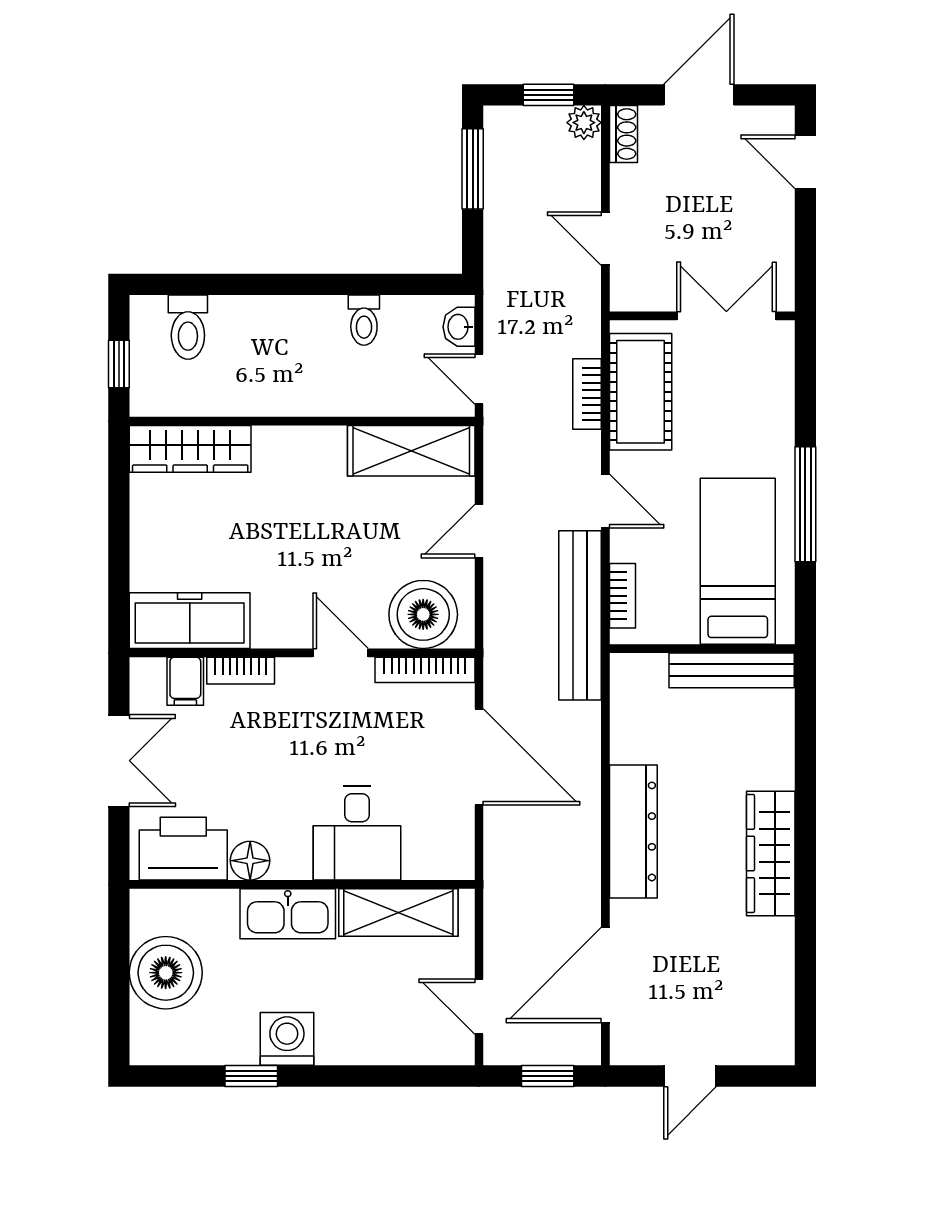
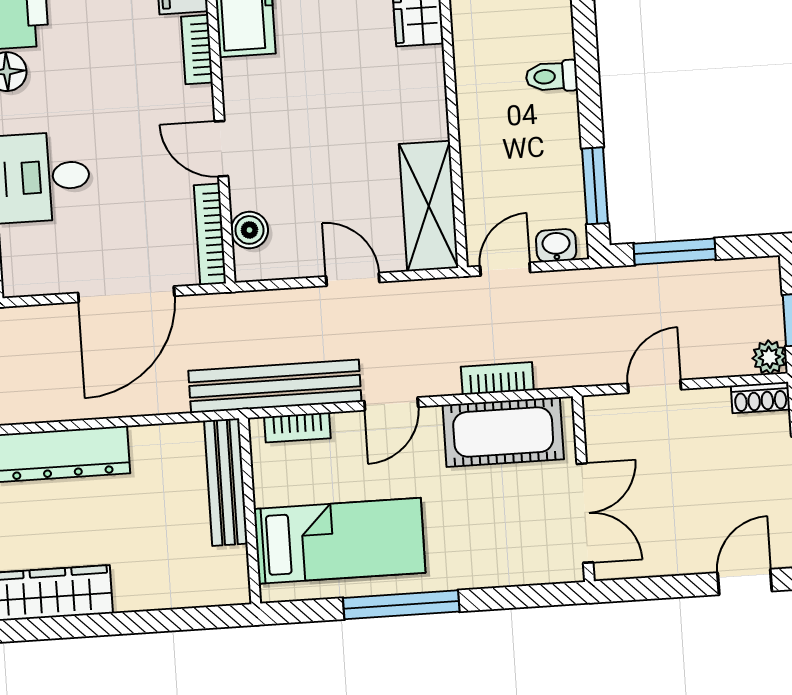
window: (473, 169) -> (675, 252), moved
window: (402, 284) -> (595, 186), added
toilet: (364, 320) -> (552, 76), moved
boiler: (423, 614) -> (249, 230), width x0.54, depth x0.54
door: (341, 653) -> (221, 149), swing flipped
bench: (732, 670) -> (226, 482), moved

